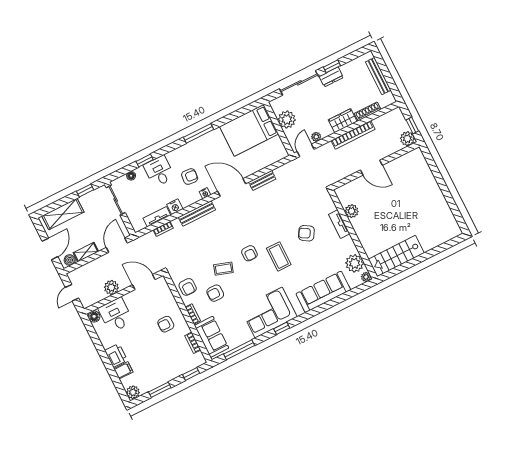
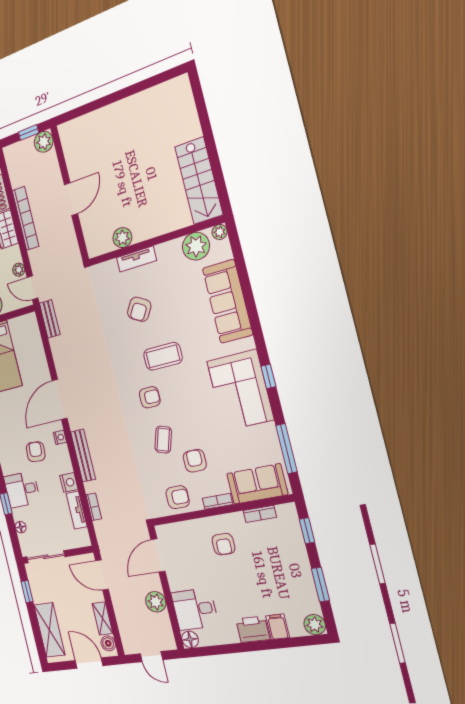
bench: (262, 180) -> (50, 319), moved
armchair: (215, 293) -> (195, 461), turned 180

